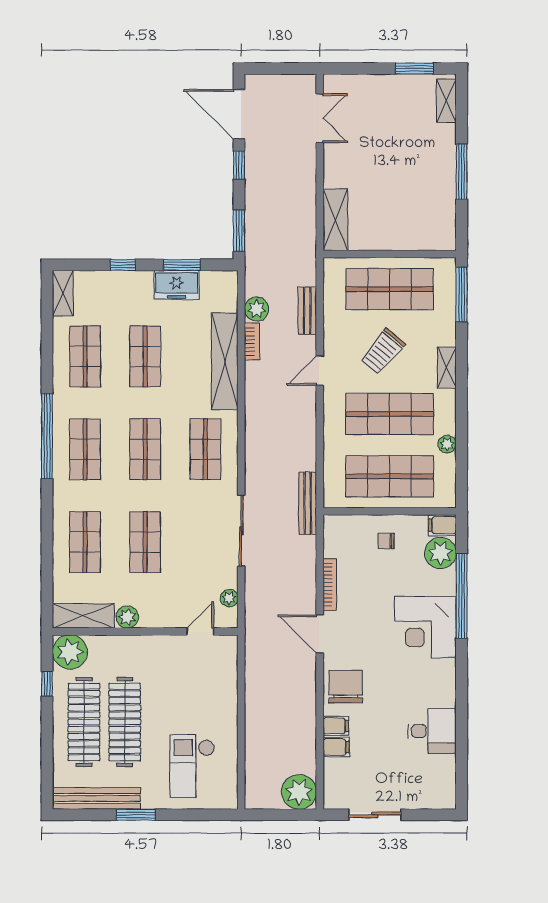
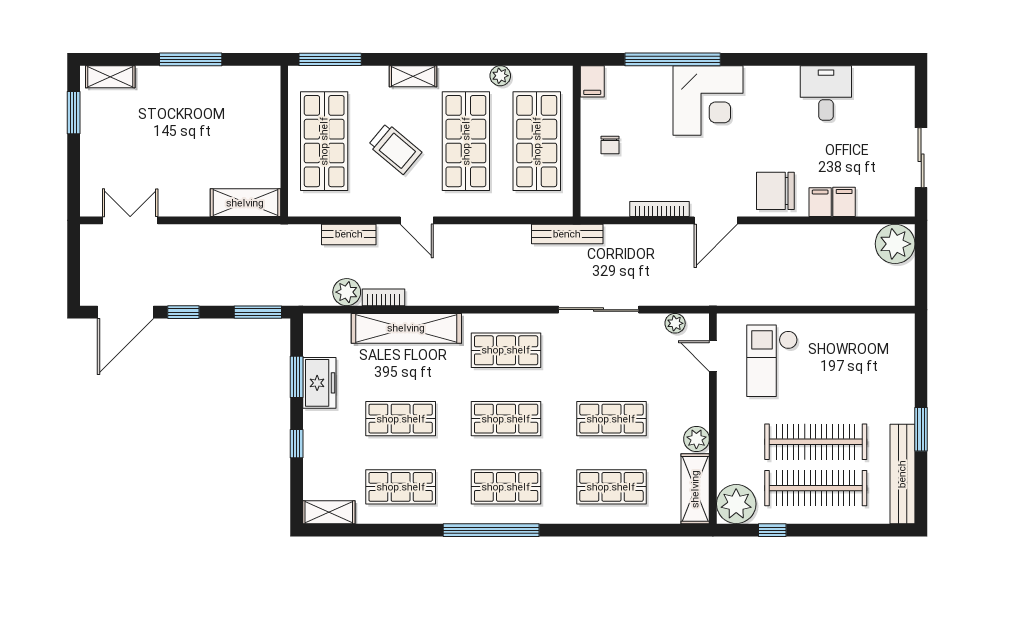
plant: (440, 553) -> (624, 83), removed
checkout: (192, 766) -> (772, 361), moved, turned 90

